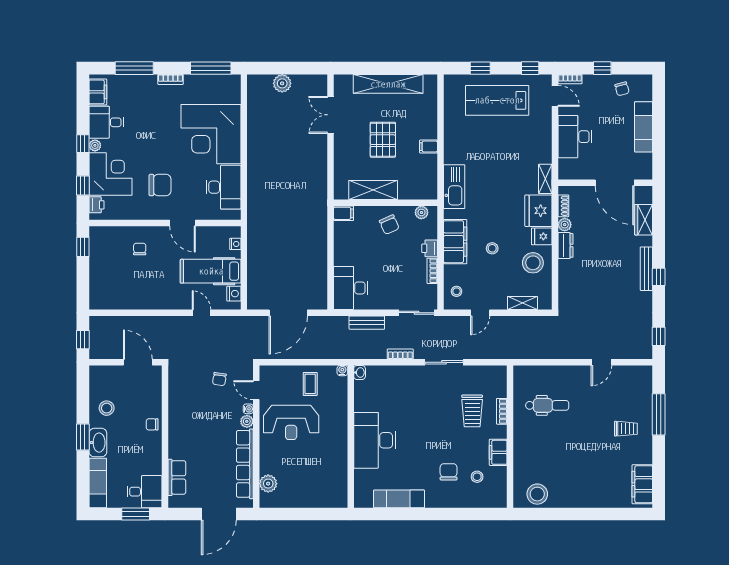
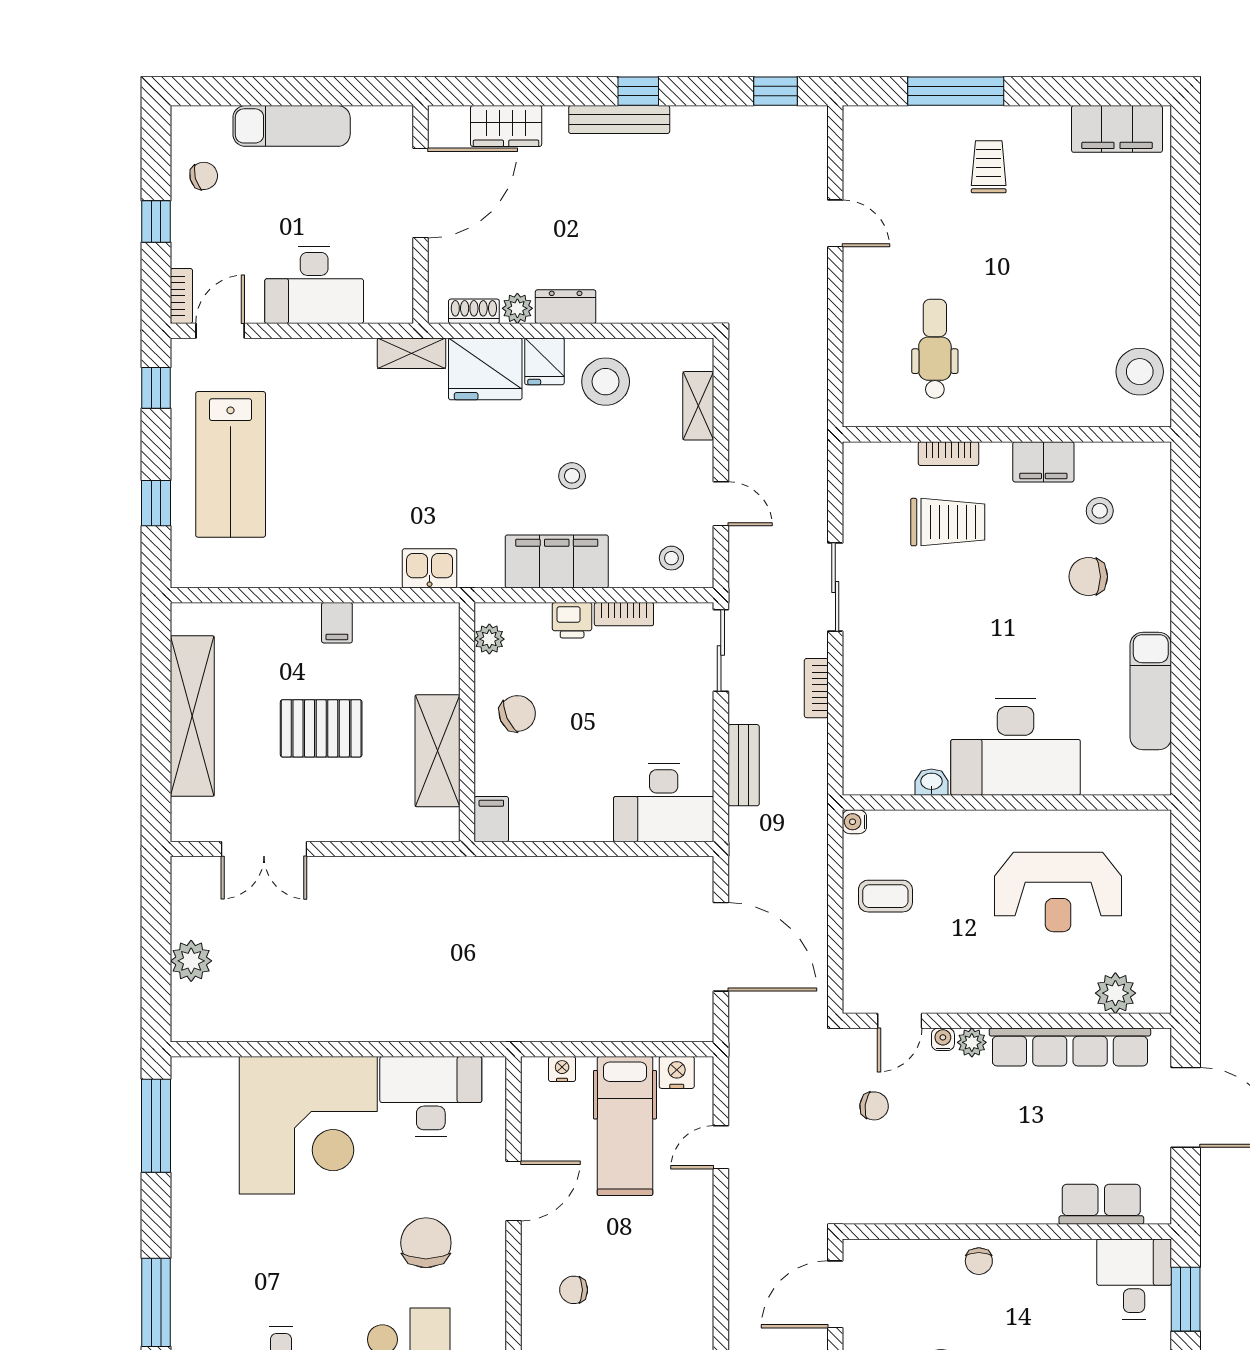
bookcase: (171, 79) -> (182, 1219), removed
kitchen sink: (454, 187) -> (430, 568), width x0.53, depth x0.81
washbasin: (360, 373) -> (931, 782), moved
reception desk: (291, 422) -> (1058, 892), moved, turned 90

